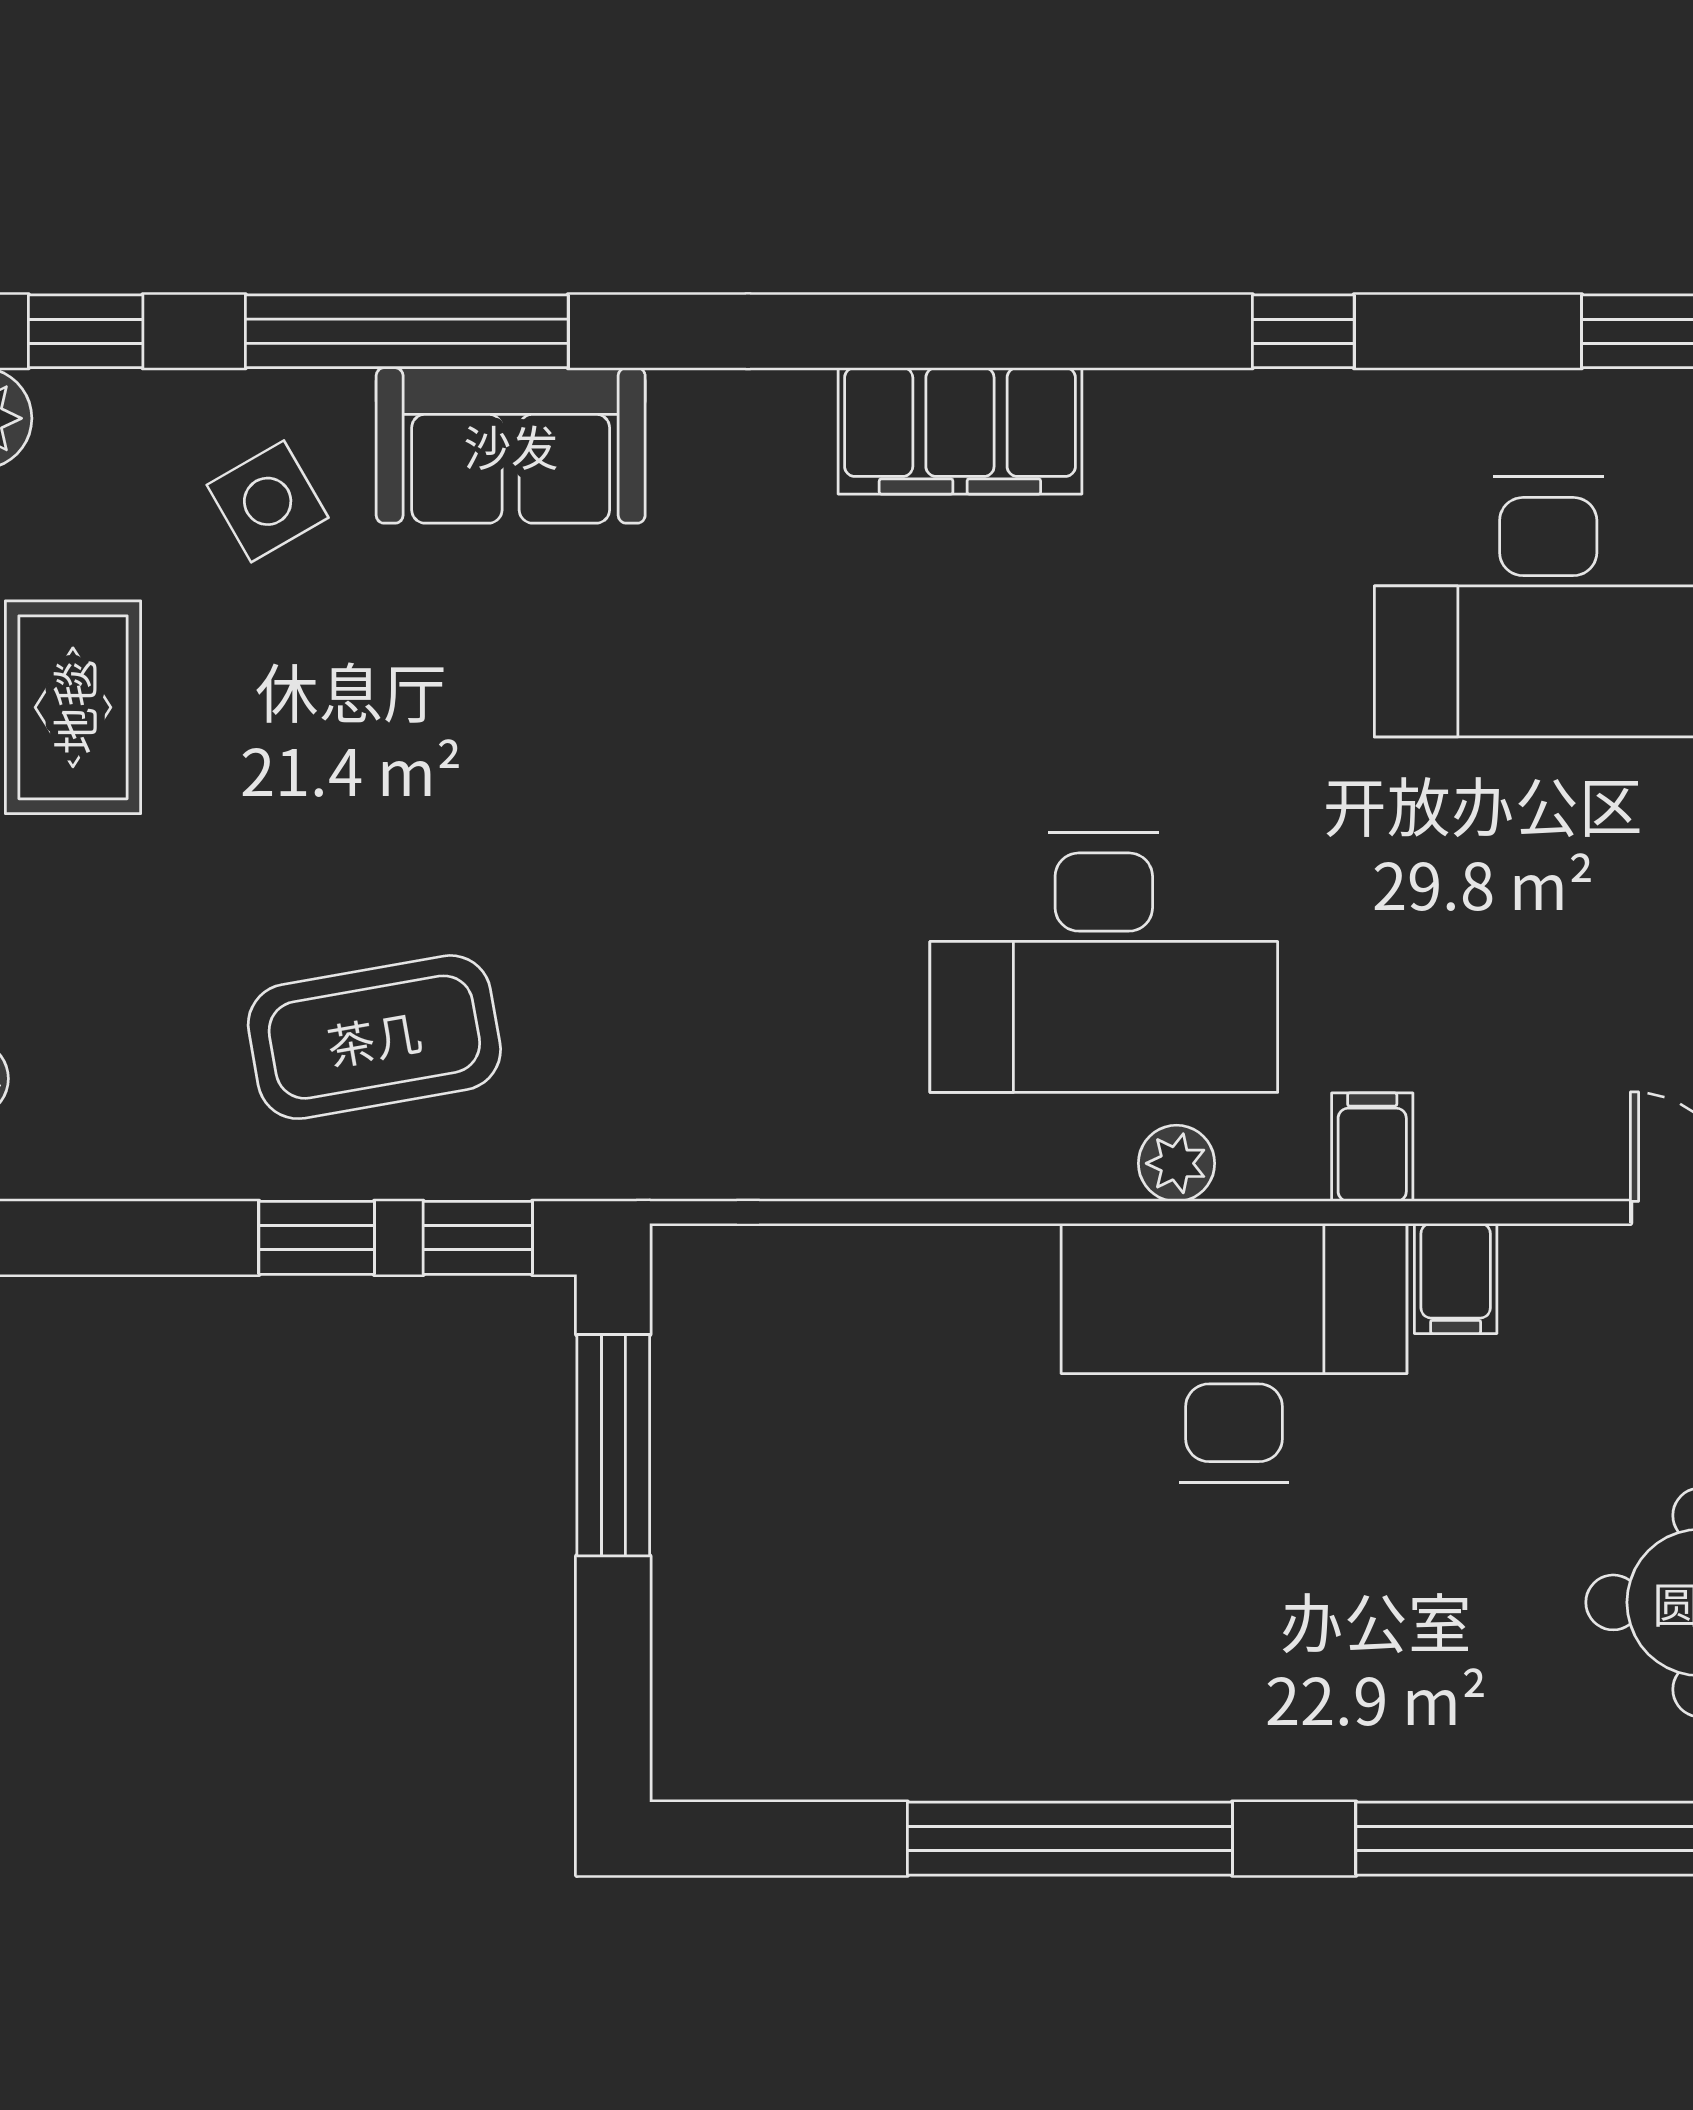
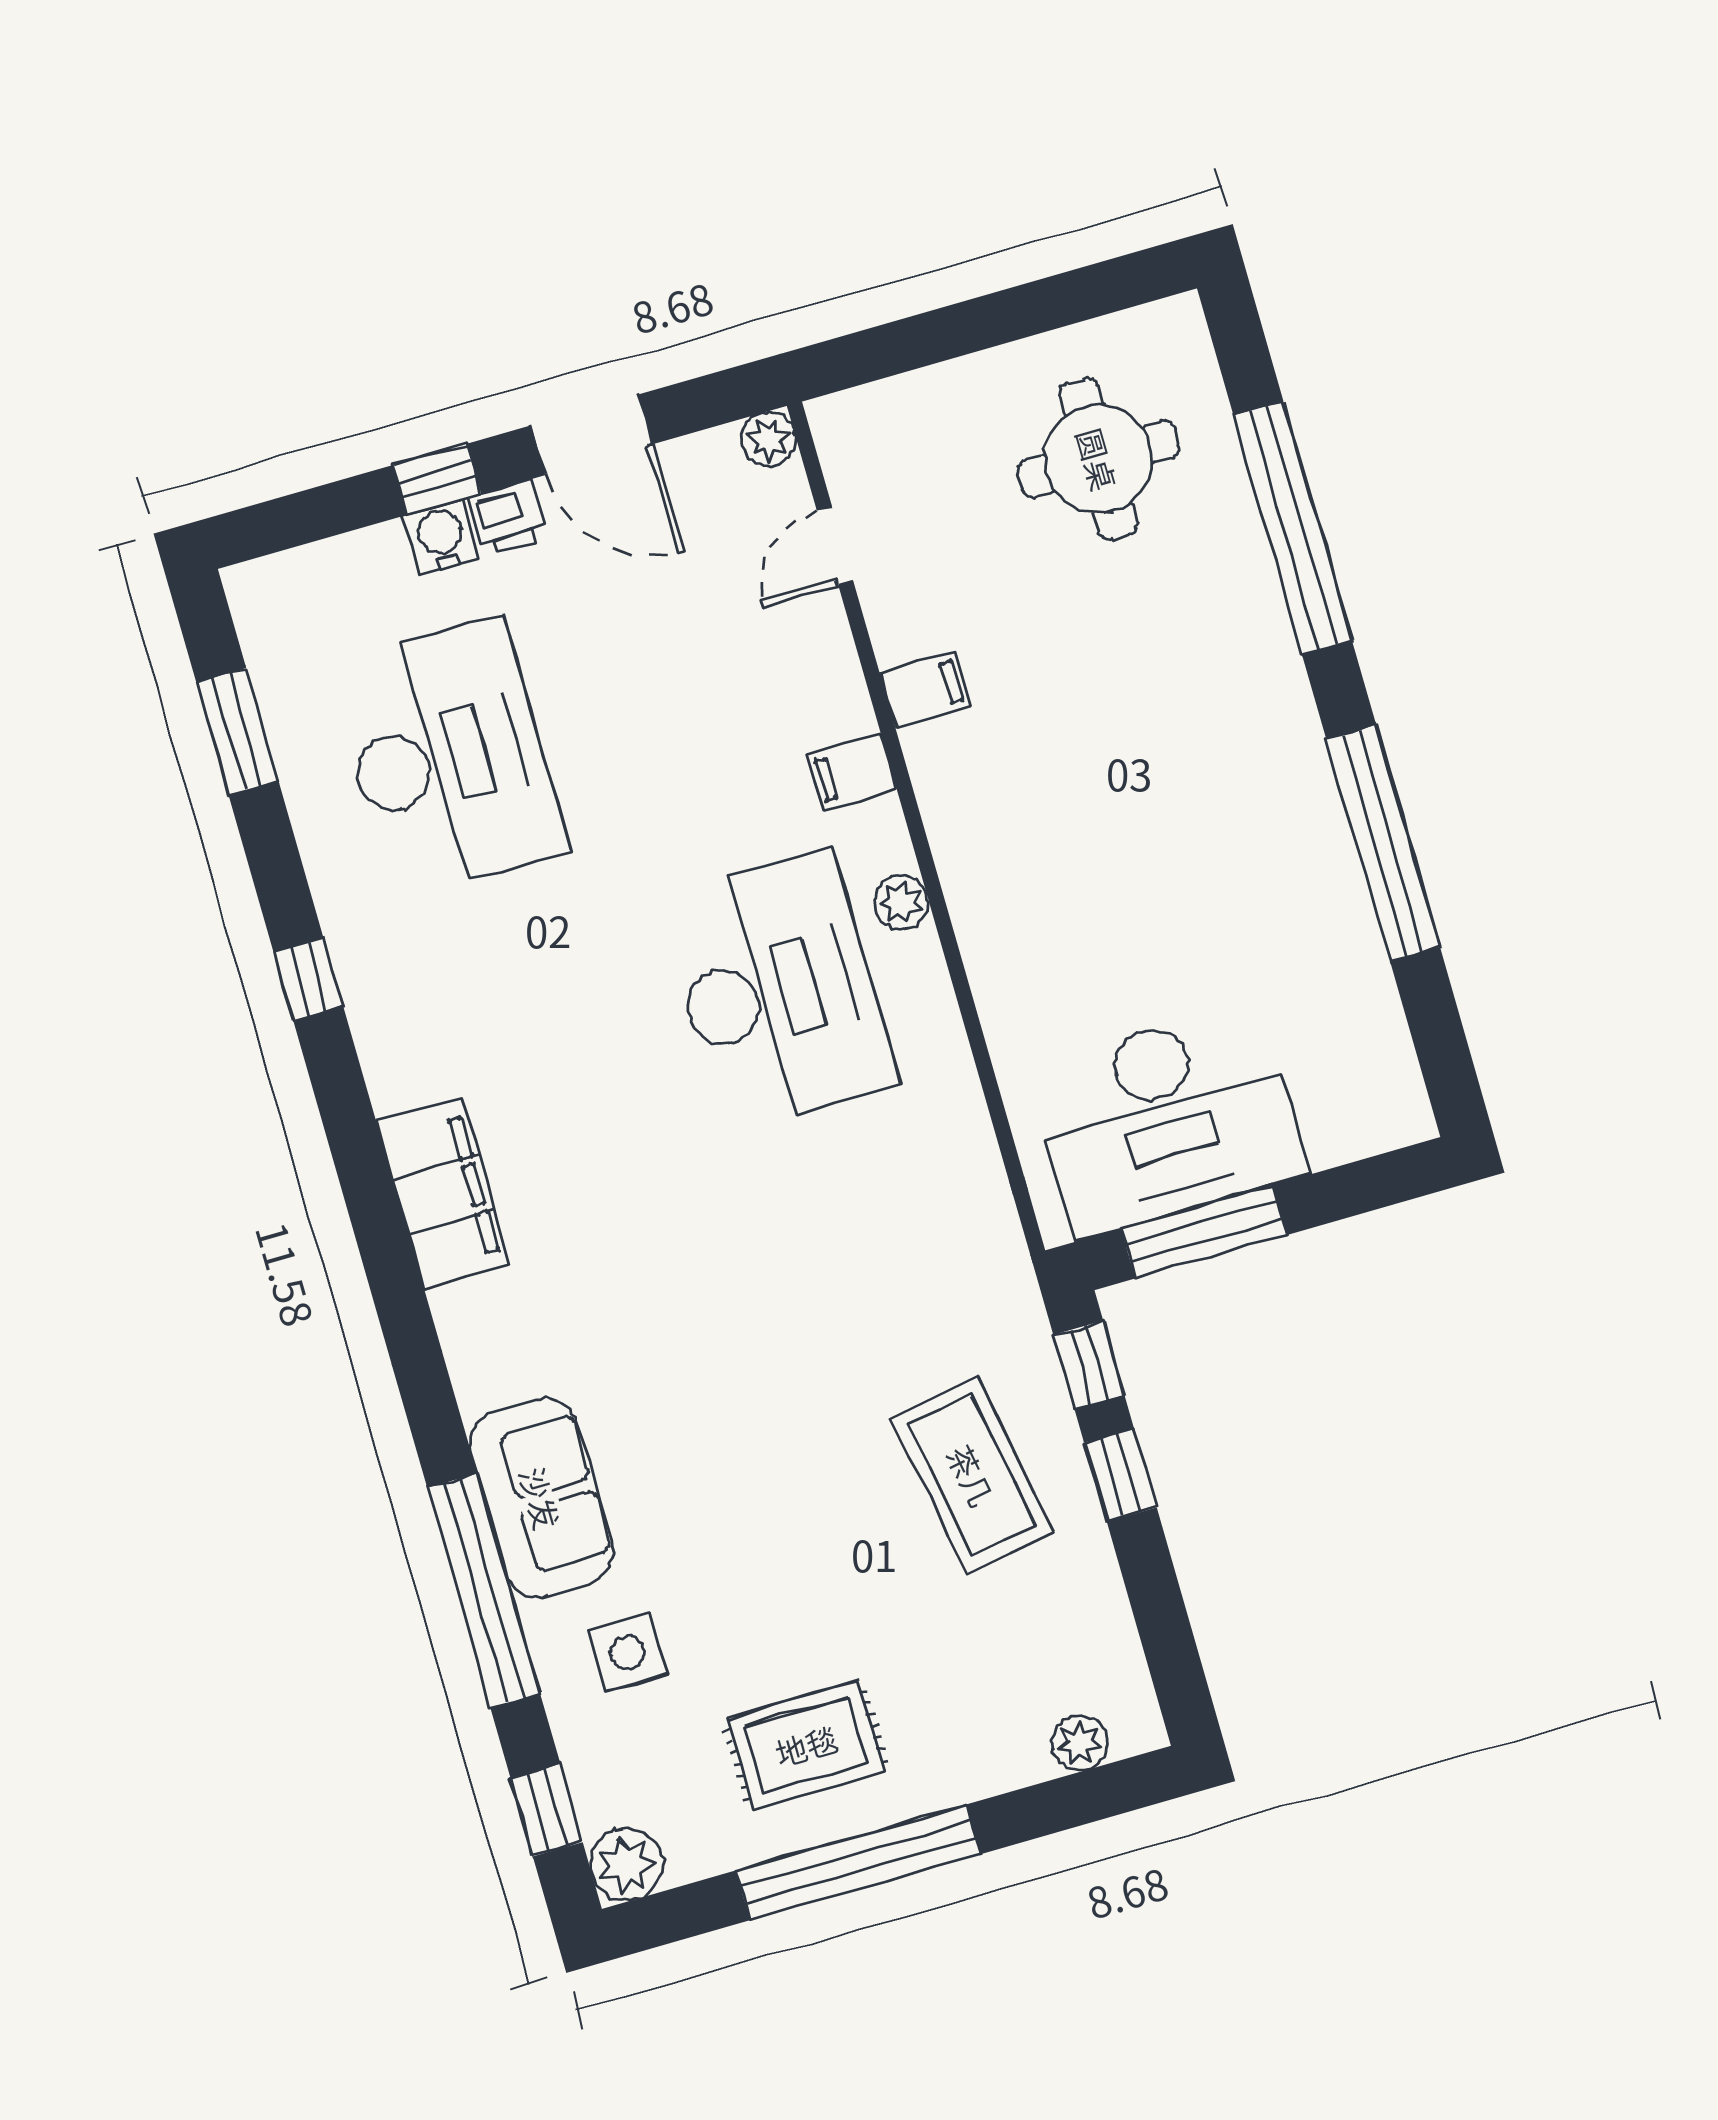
side table: (268, 501) -> (627, 1653), turned 30
desk: (1234, 1353) -> (1167, 1120), moved, turned -90

